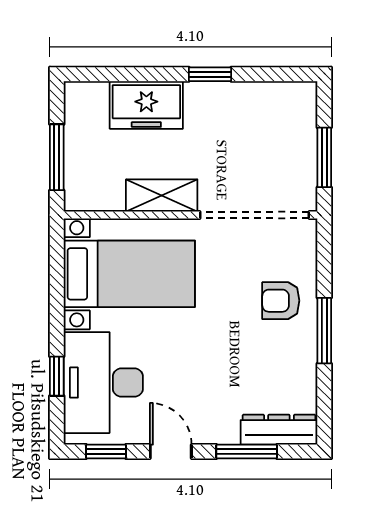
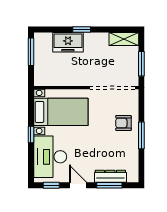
window: (210, 74) -> (82, 30), moved
window: (57, 157) -> (31, 52), moved
shelving: (162, 195) -> (124, 39), moved
window: (57, 376) -> (31, 135), moved
dresser: (279, 430) -> (110, 176), moved

